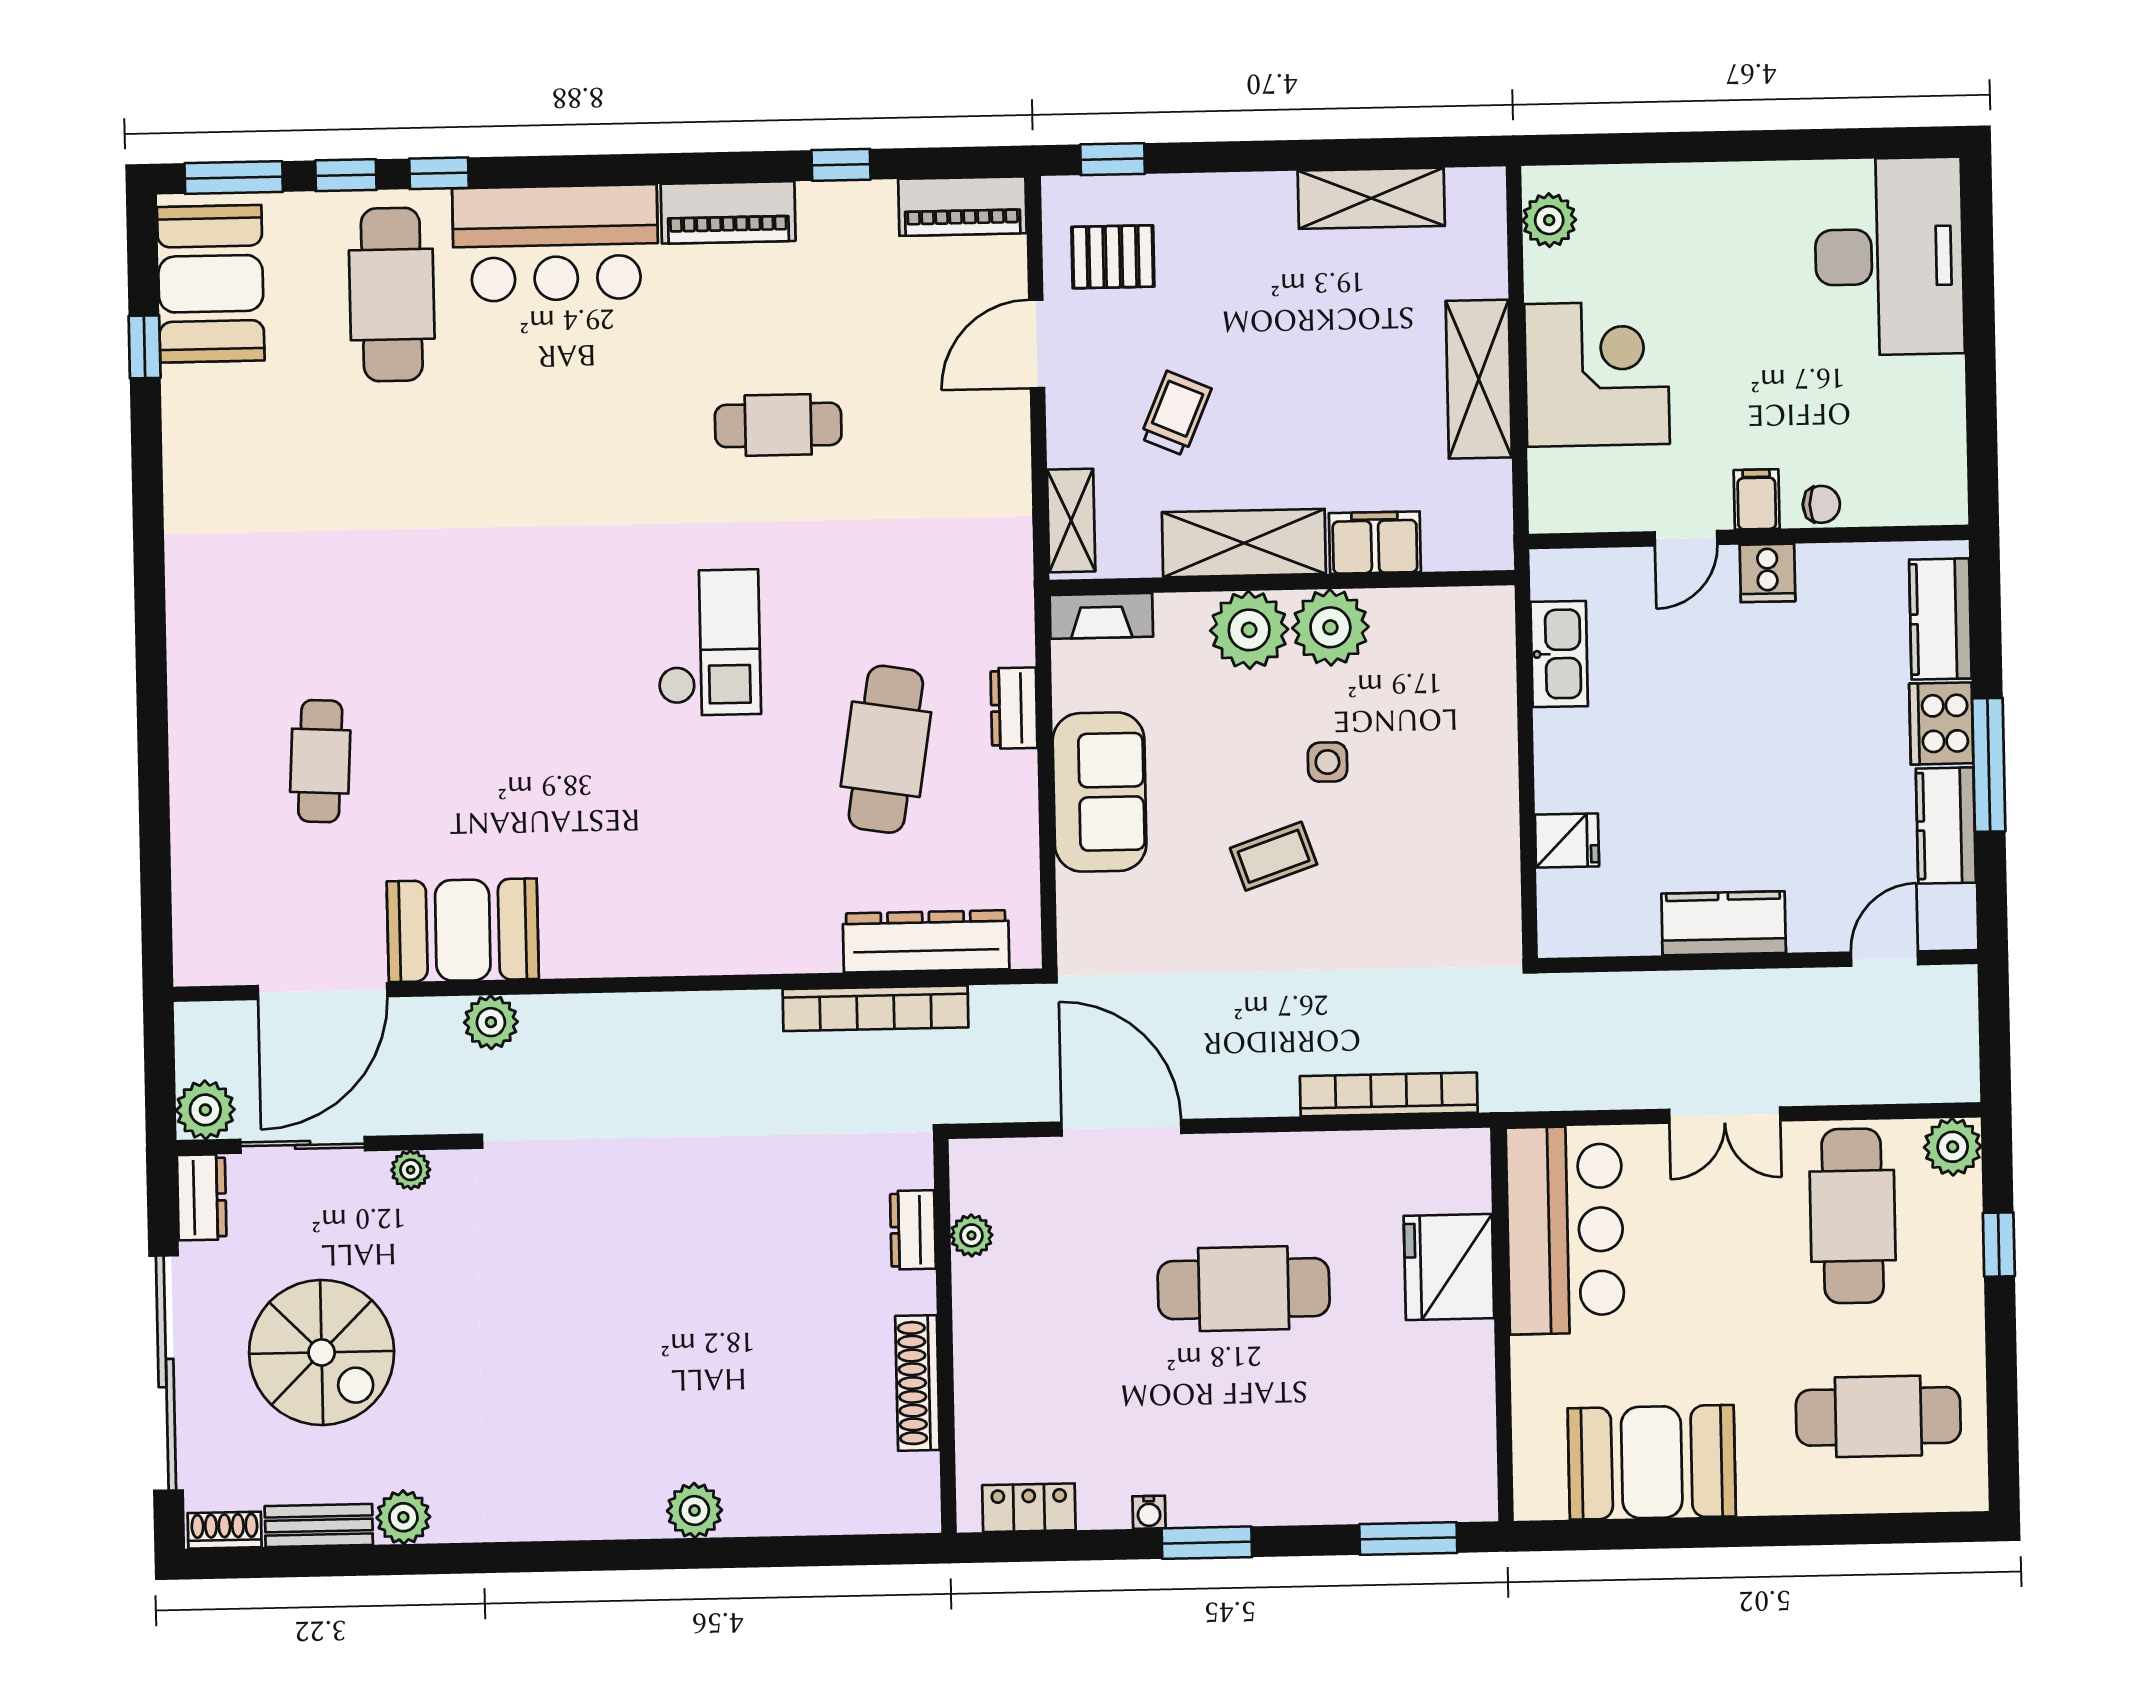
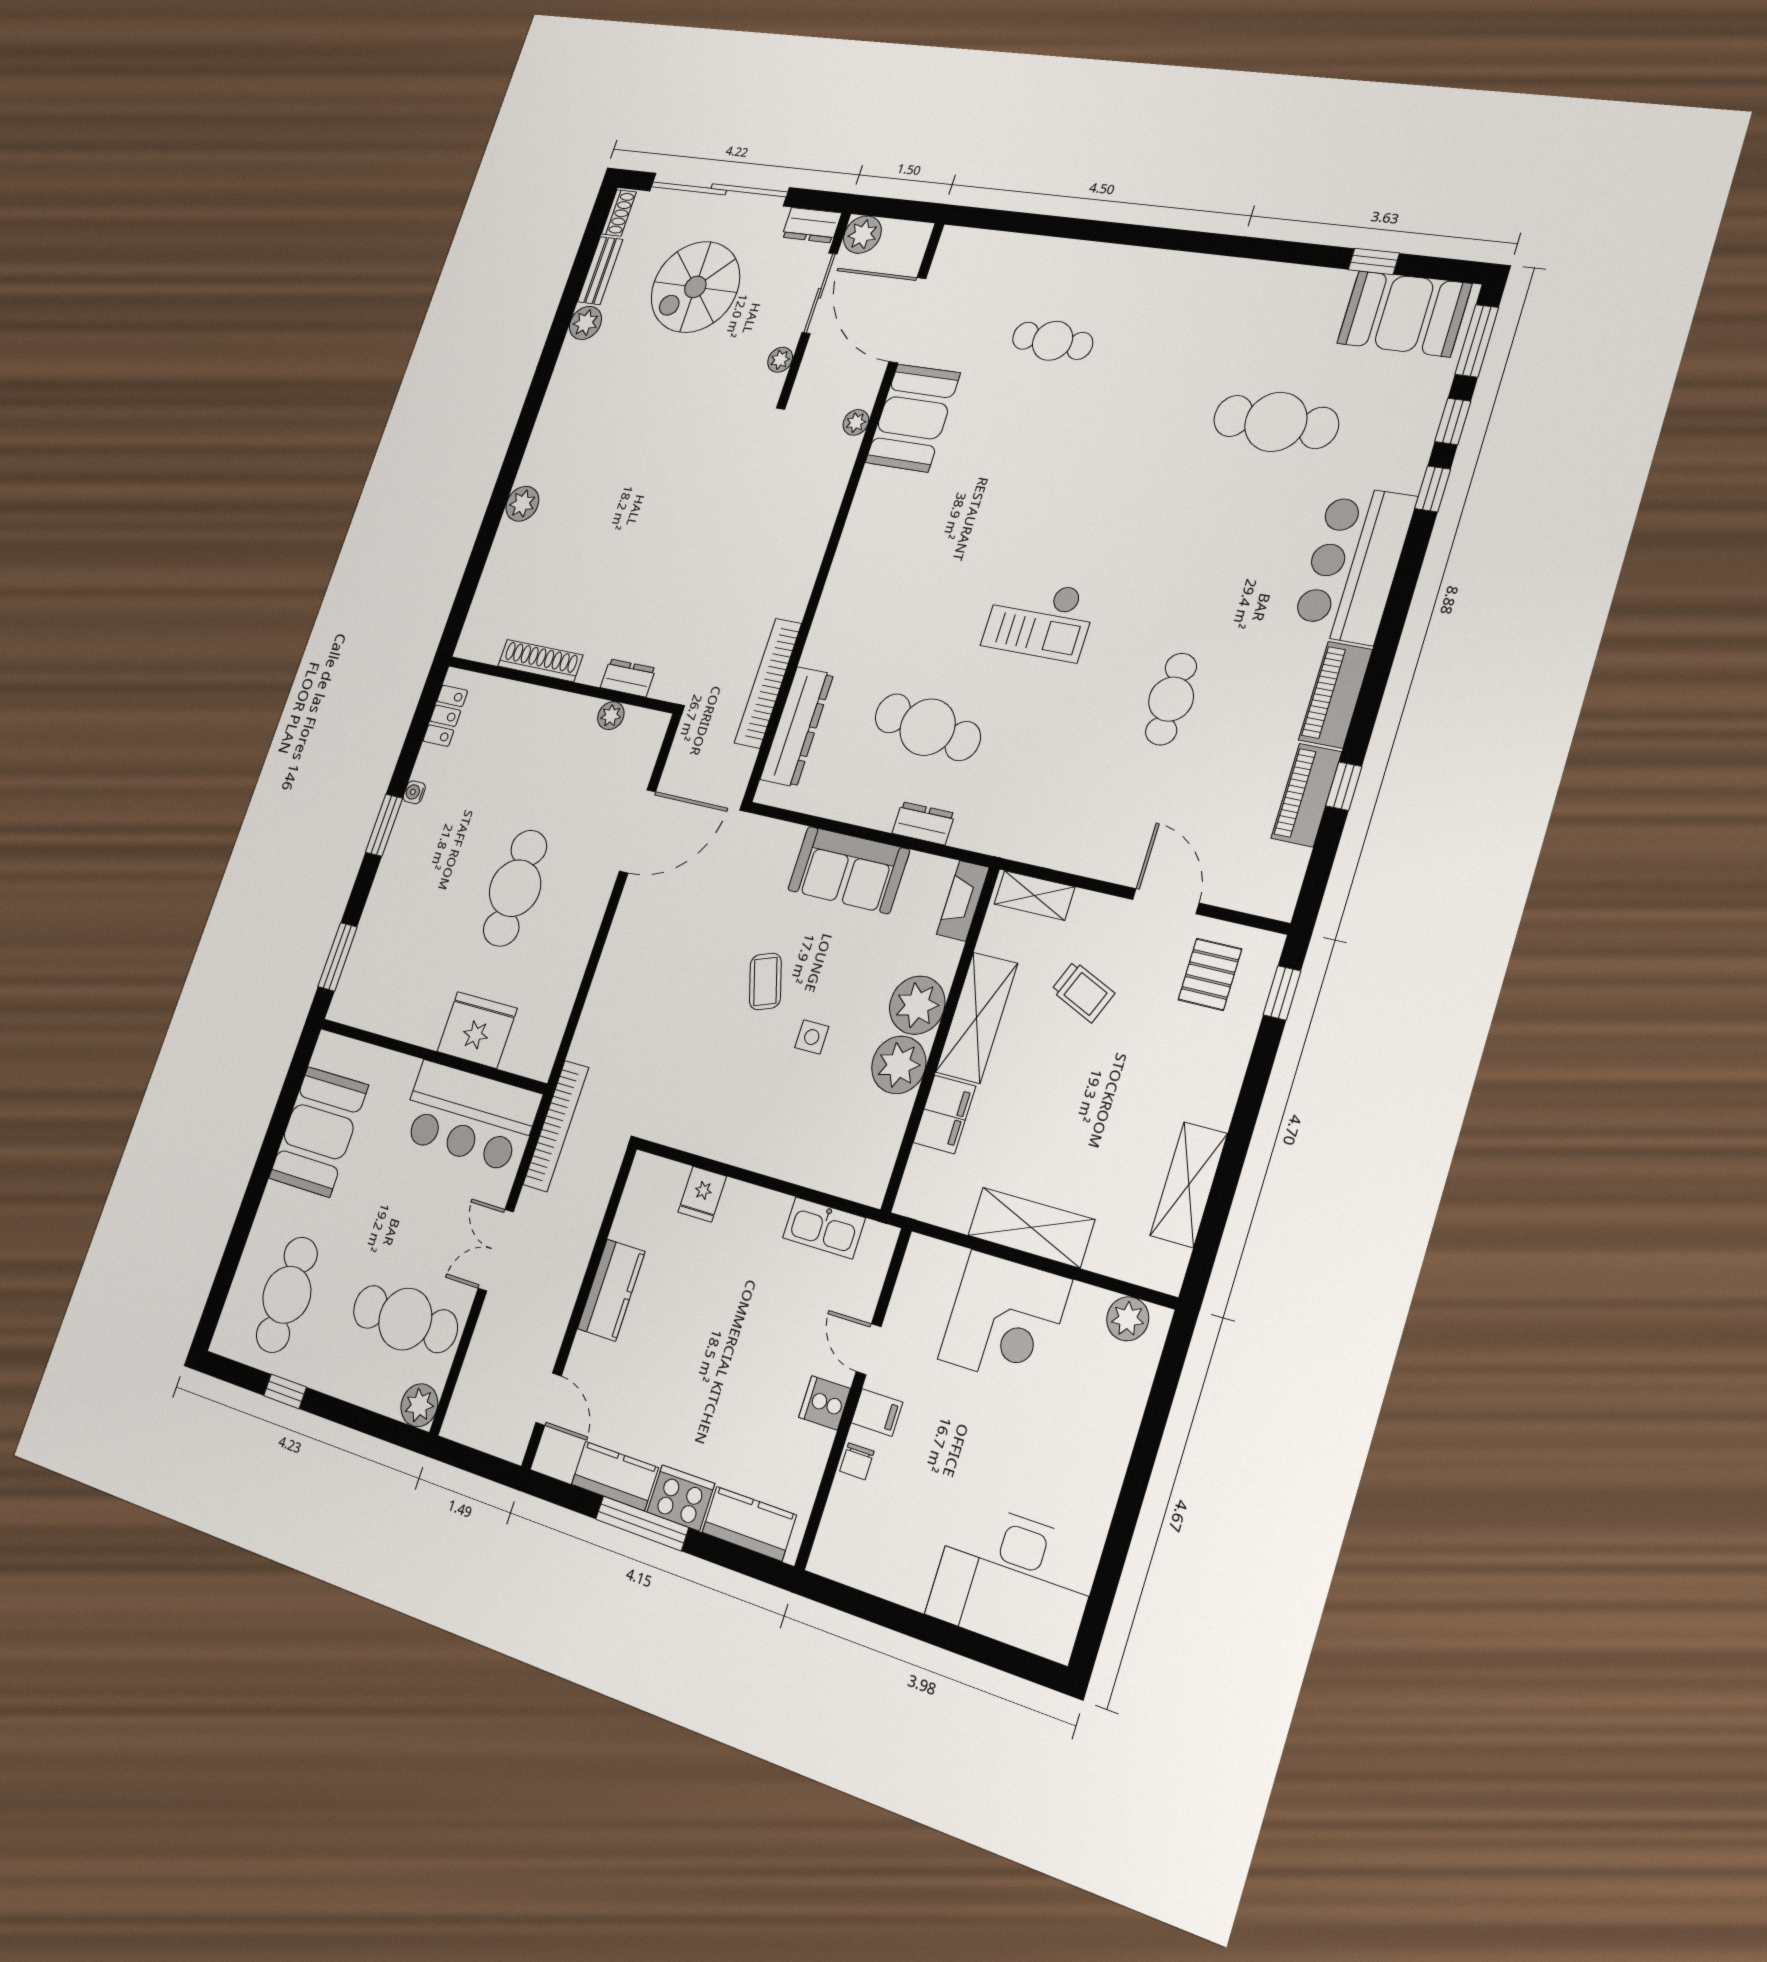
piano: (962, 206) -> (1306, 795), moved
cafe table: (392, 295) -> (1276, 422), moved
plant: (491, 1022) -> (856, 422), width x0.73, depth x0.73
bookcase: (1389, 1094) -> (556, 1126), moved
window: (1999, 1245) -> (285, 1391), moved

